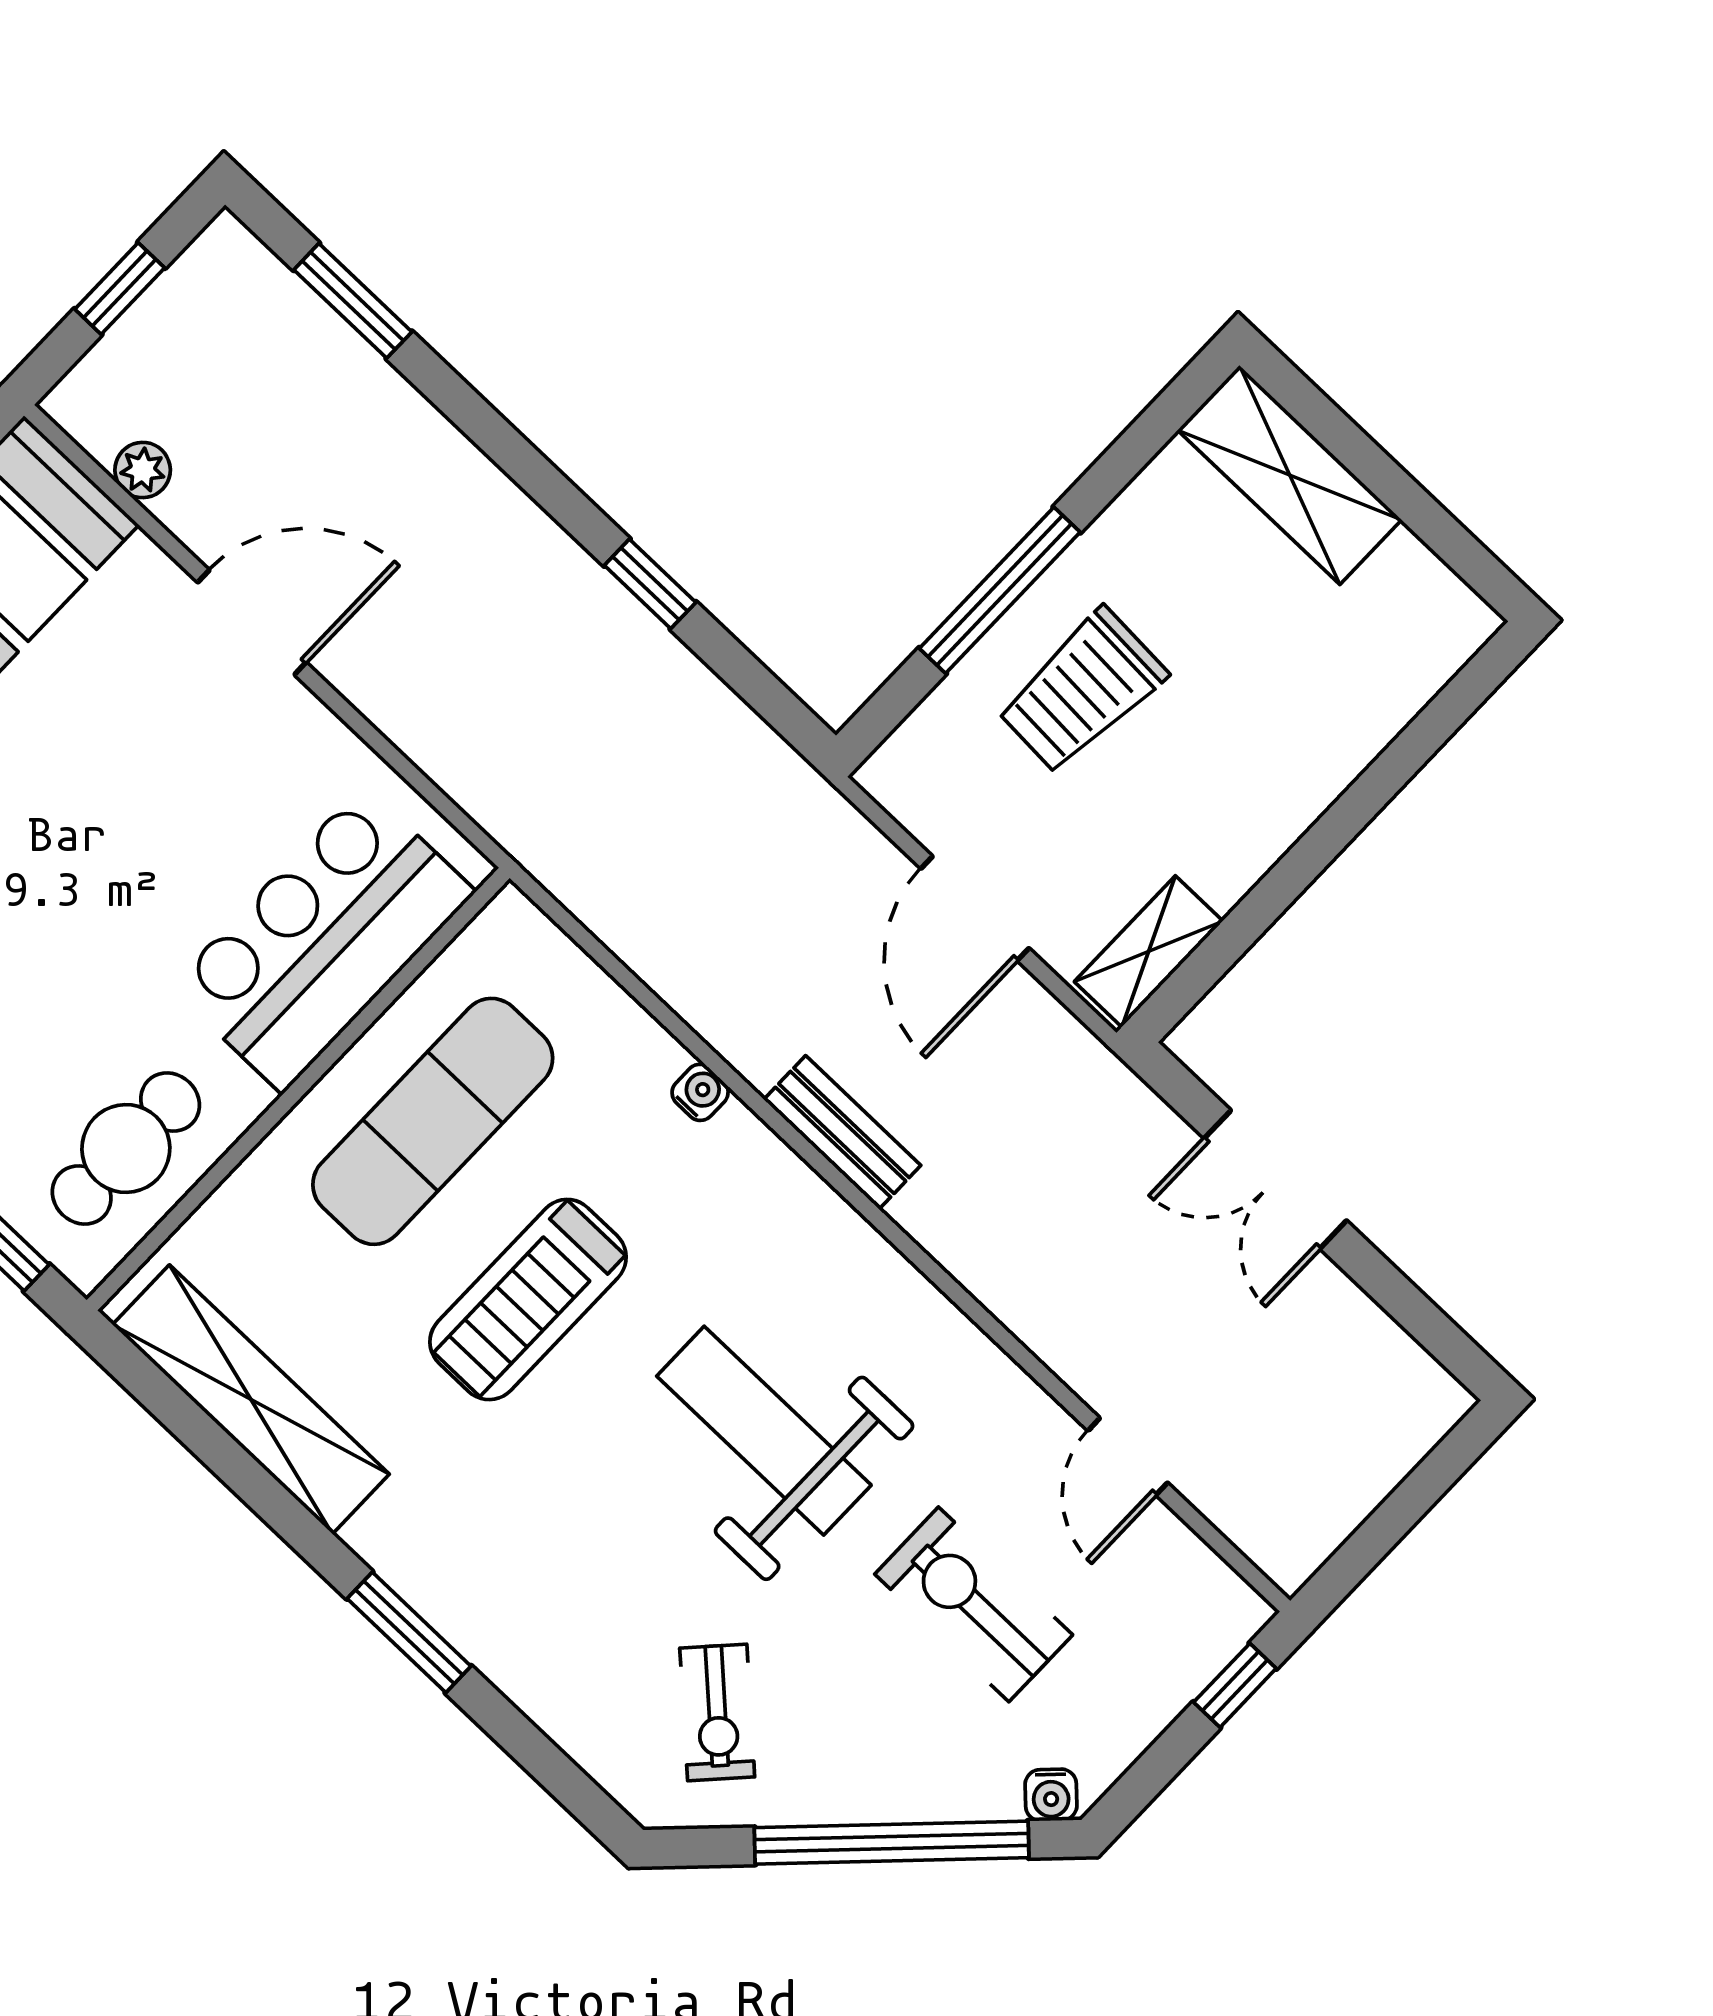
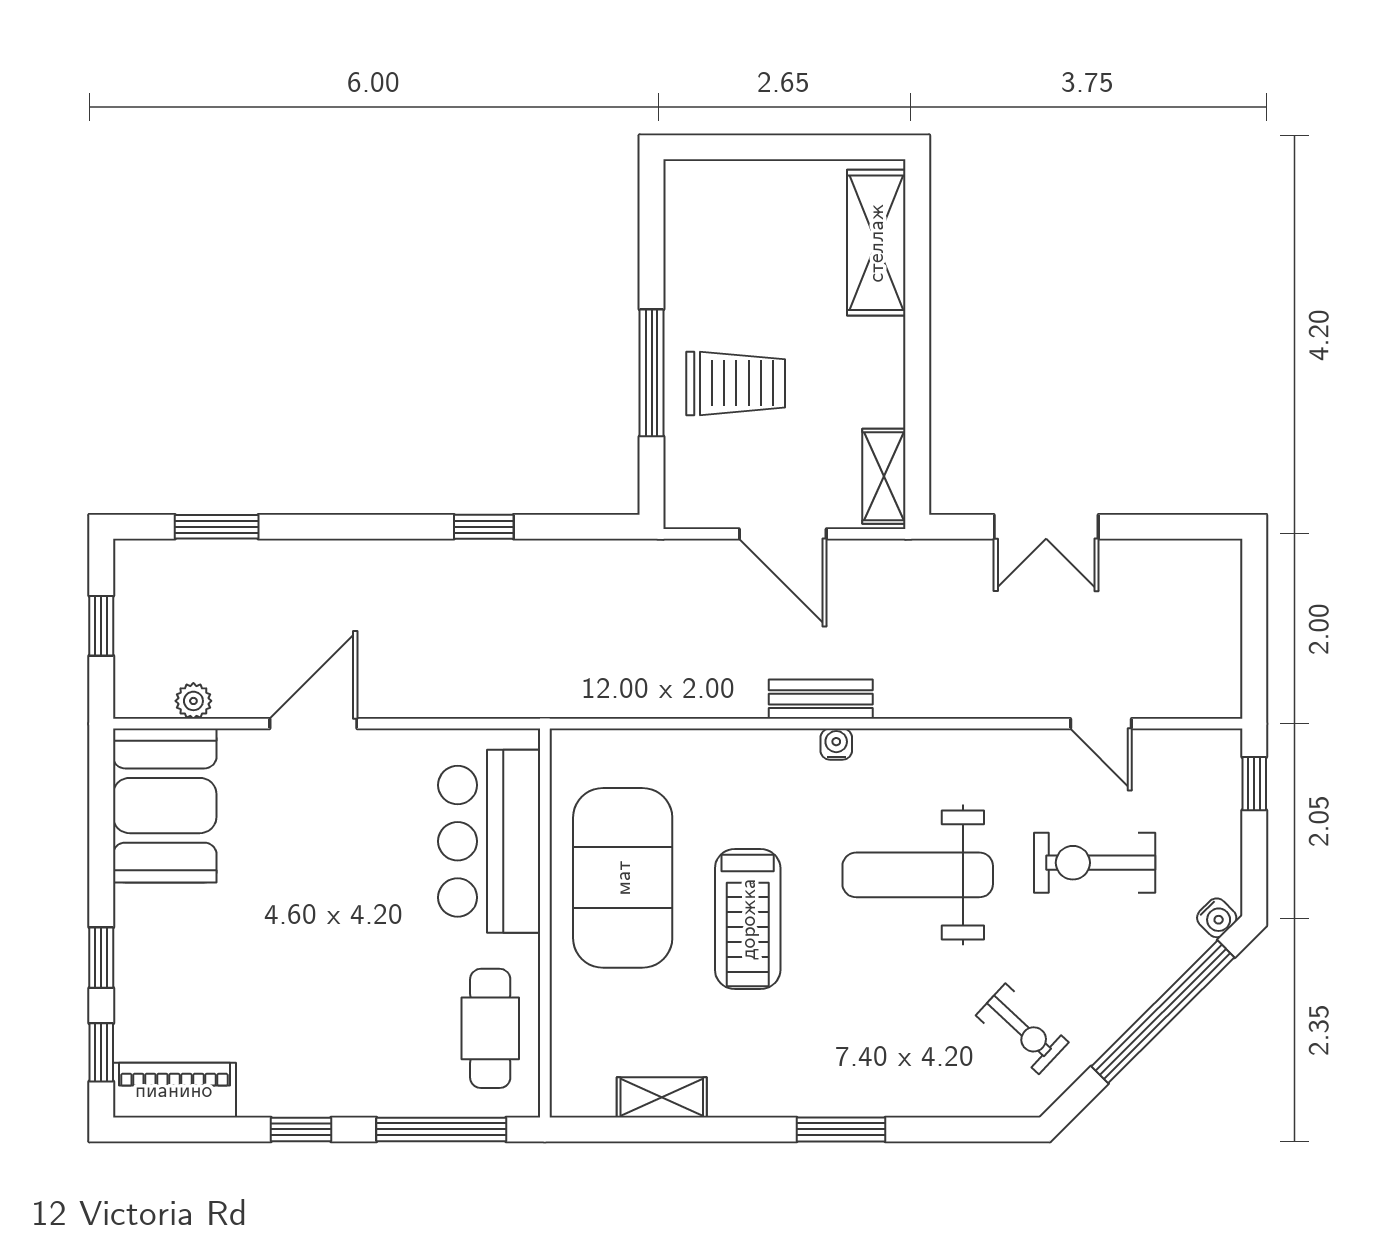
shelving: (1290, 475) -> (876, 243), moved, turned 90
trolley: (1082, 691) -> (736, 383), turned -93
water cooler: (700, 1092) -> (836, 744), moved
exercise mat: (433, 1121) -> (623, 878), width x1.47
shelving: (251, 1399) -> (662, 1097), width x0.45, depth x0.75

